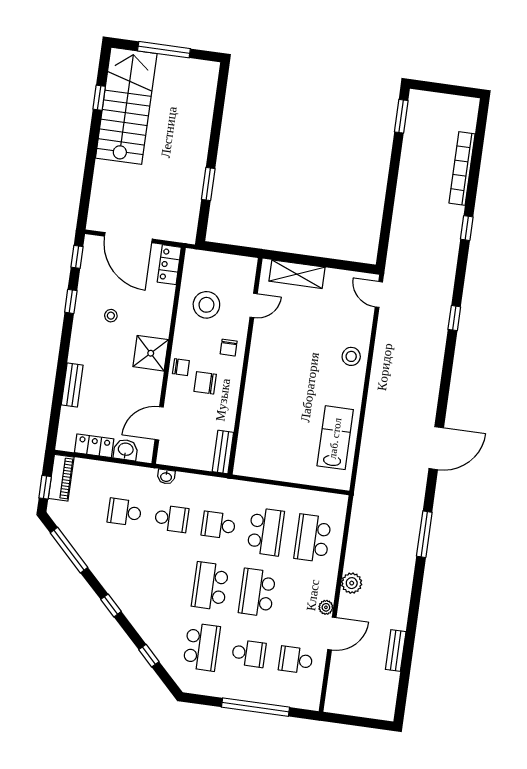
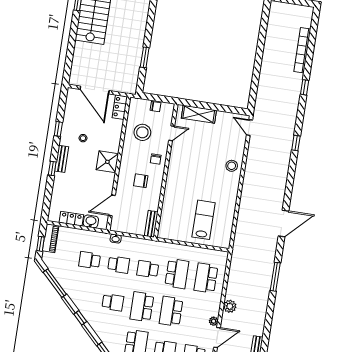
window: (401, 116) -> (265, 17), removed
window: (77, 257) -> (52, 168), moved
chair: (181, 367) -> (156, 107), moved
bench: (72, 385) -> (62, 159), moved
lab bench: (335, 438) -> (204, 220), moved
school desk: (163, 579) -> (113, 302), added

